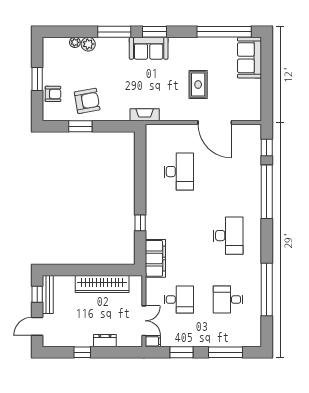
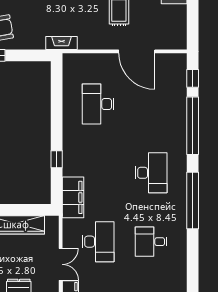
desk: (179, 172) -> (98, 104), turned 180
window: (267, 290) -> (193, 200), moved
desk: (179, 300) -> (98, 242), width x1.37

